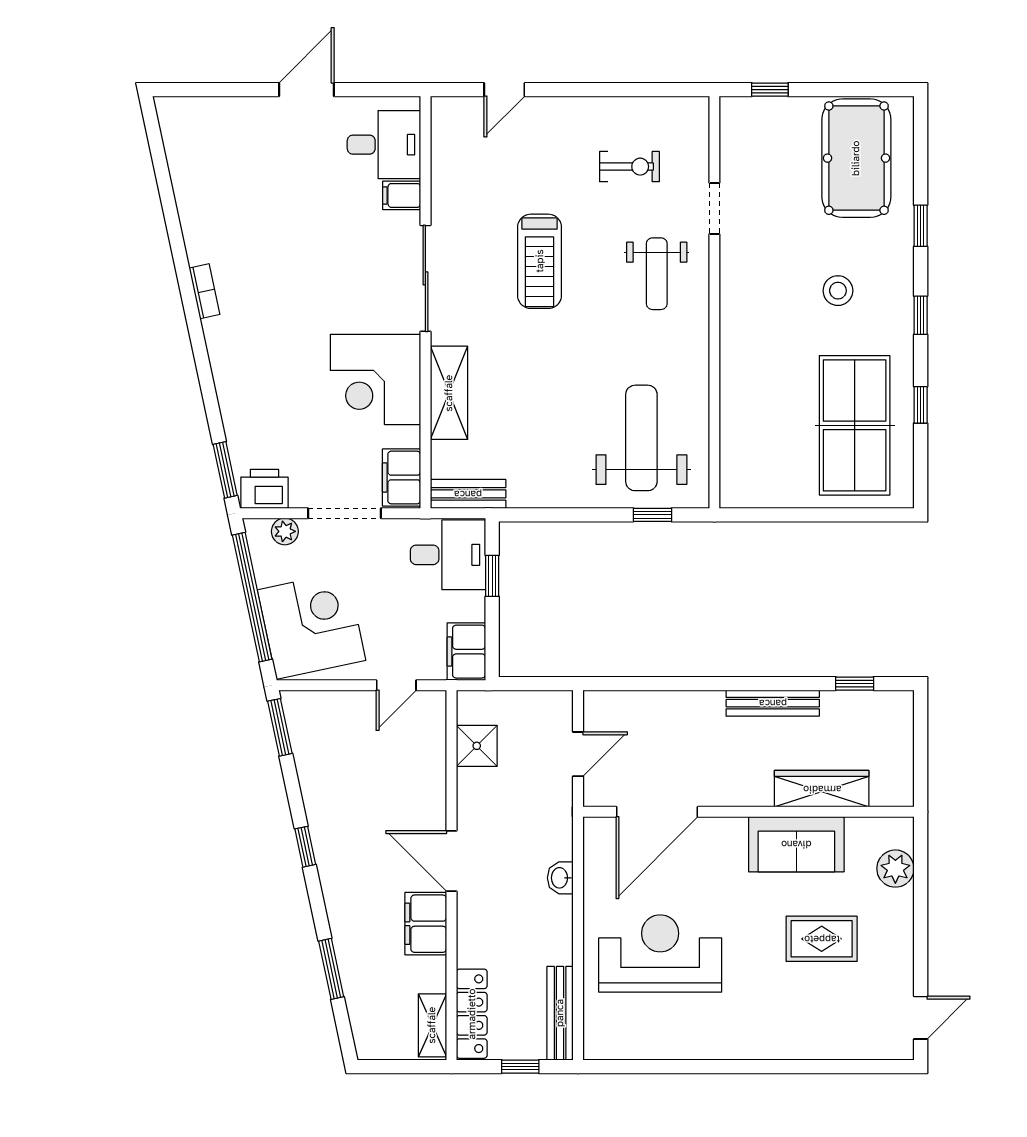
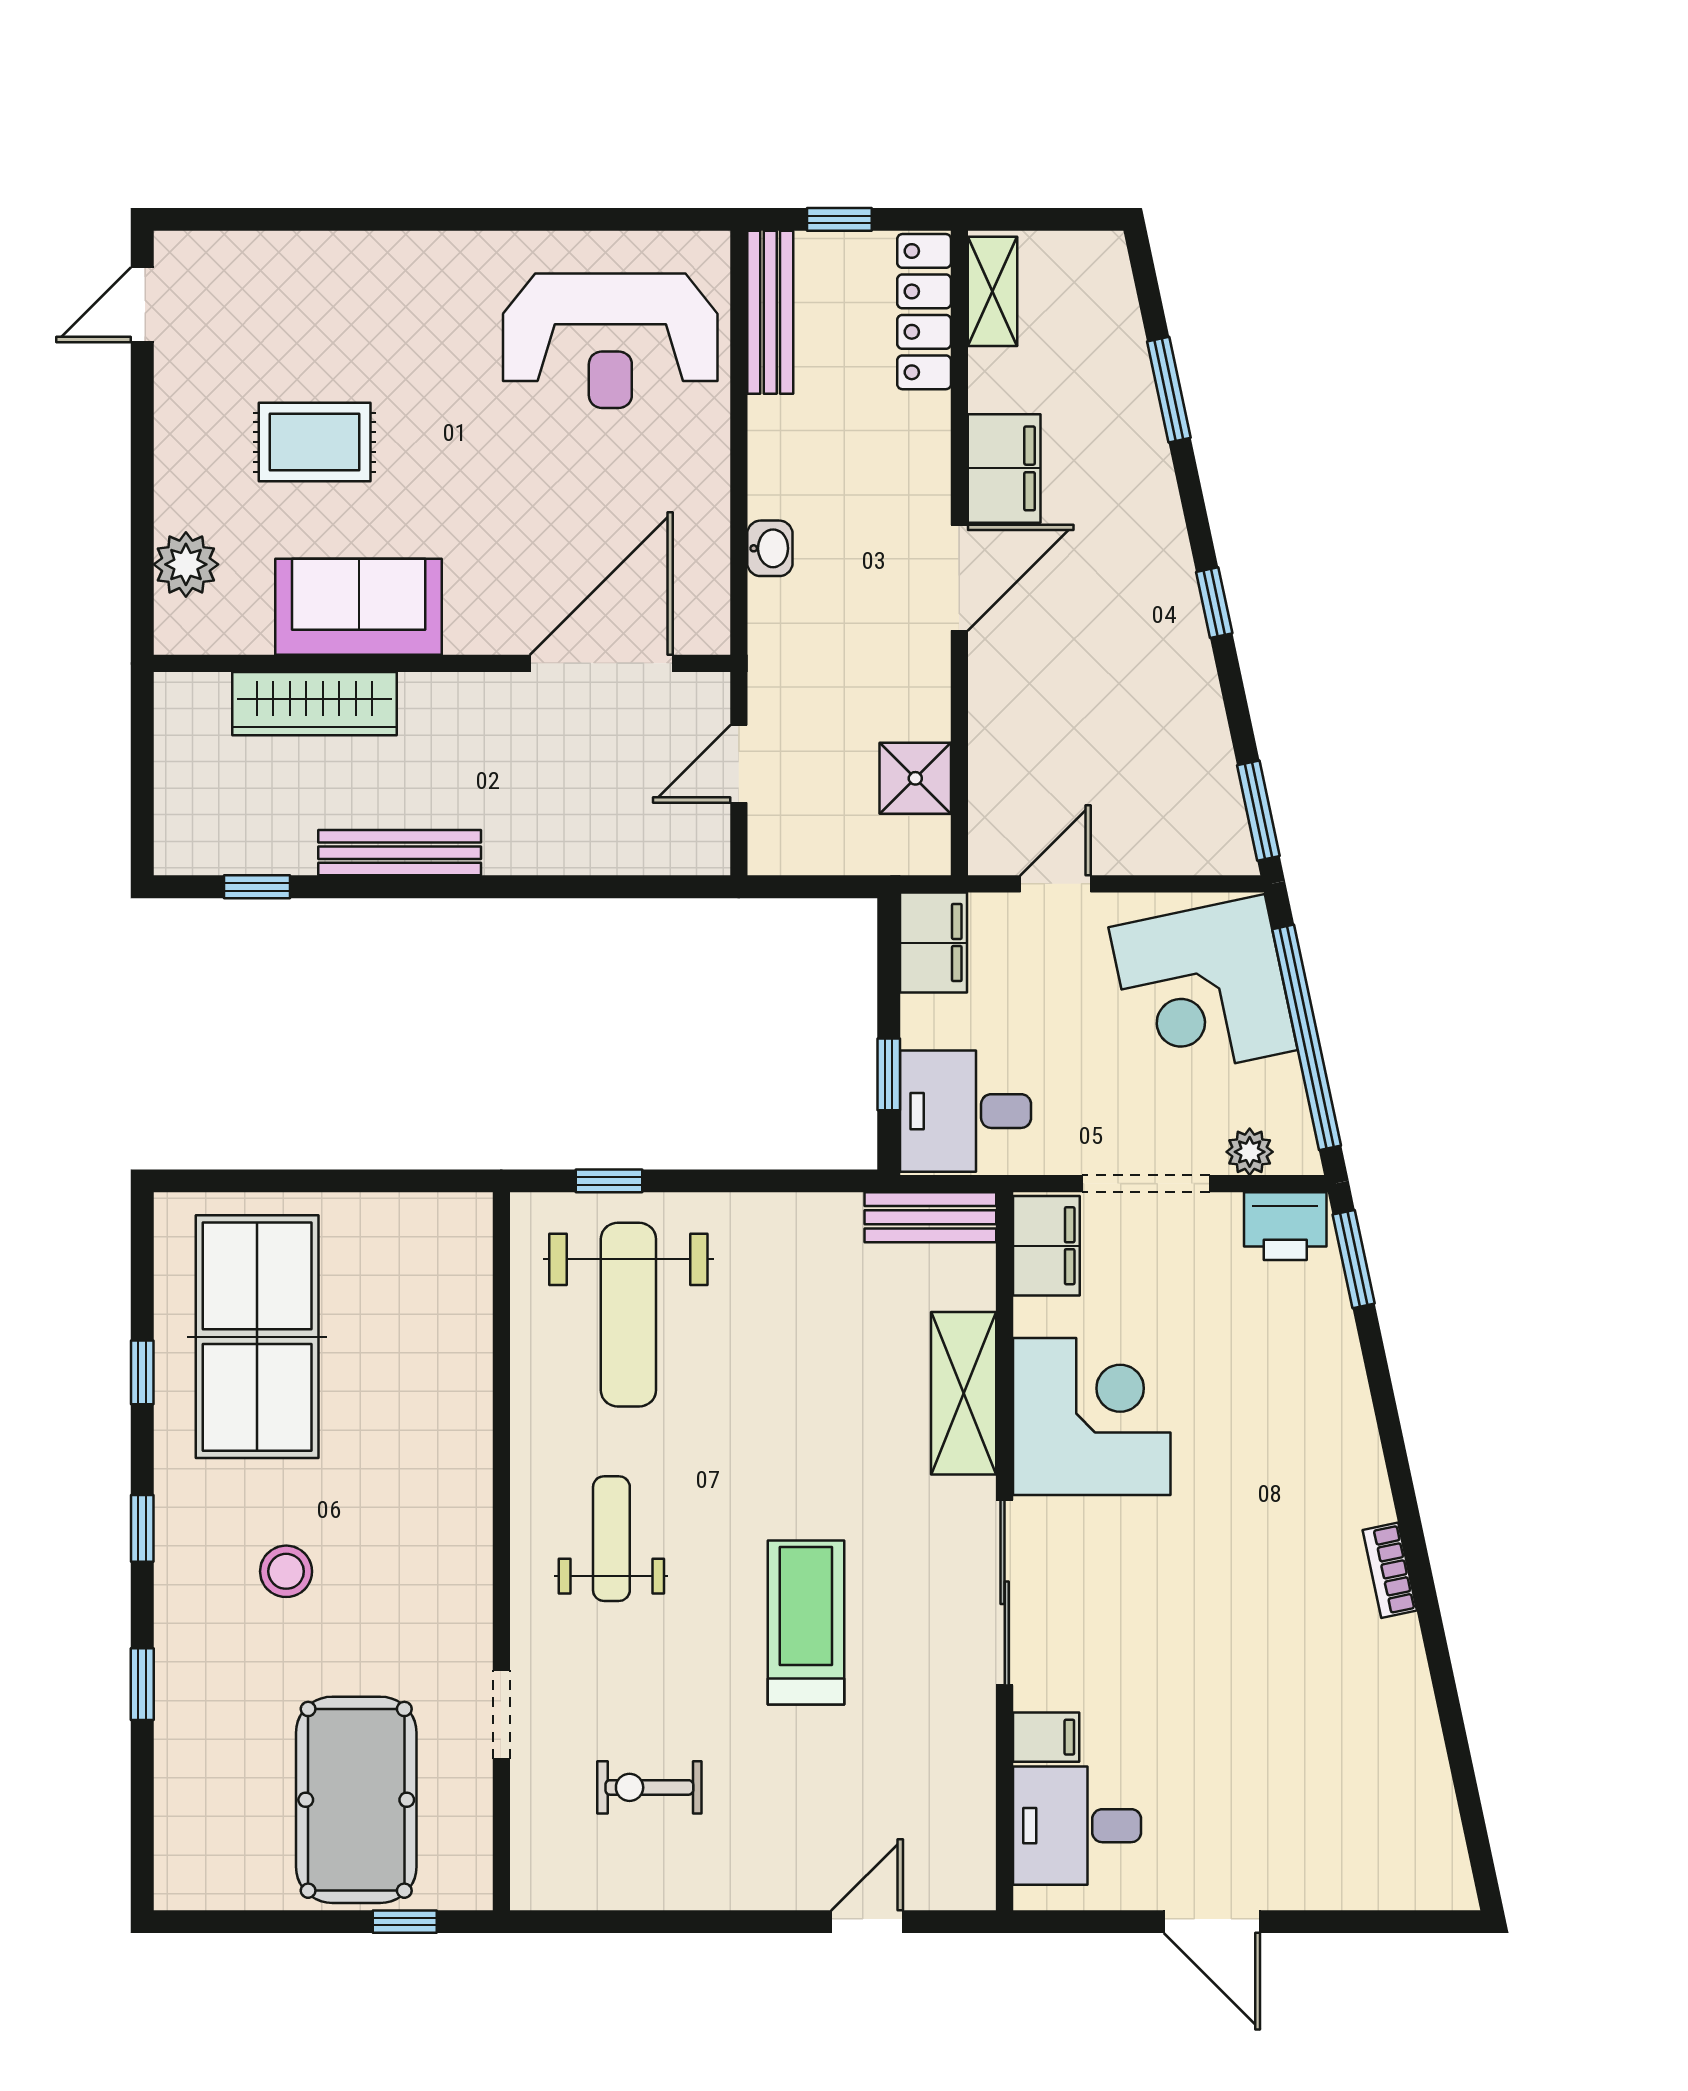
door: (306, 90) -> (1212, 1922), hinge flipped
pool table: (856, 158) -> (356, 1800), moved
weight bench: (657, 274) -> (611, 1539), moved
door: (451, 861) -> (959, 578), hinge flipped
reception desk: (660, 953) -> (610, 341), moved

